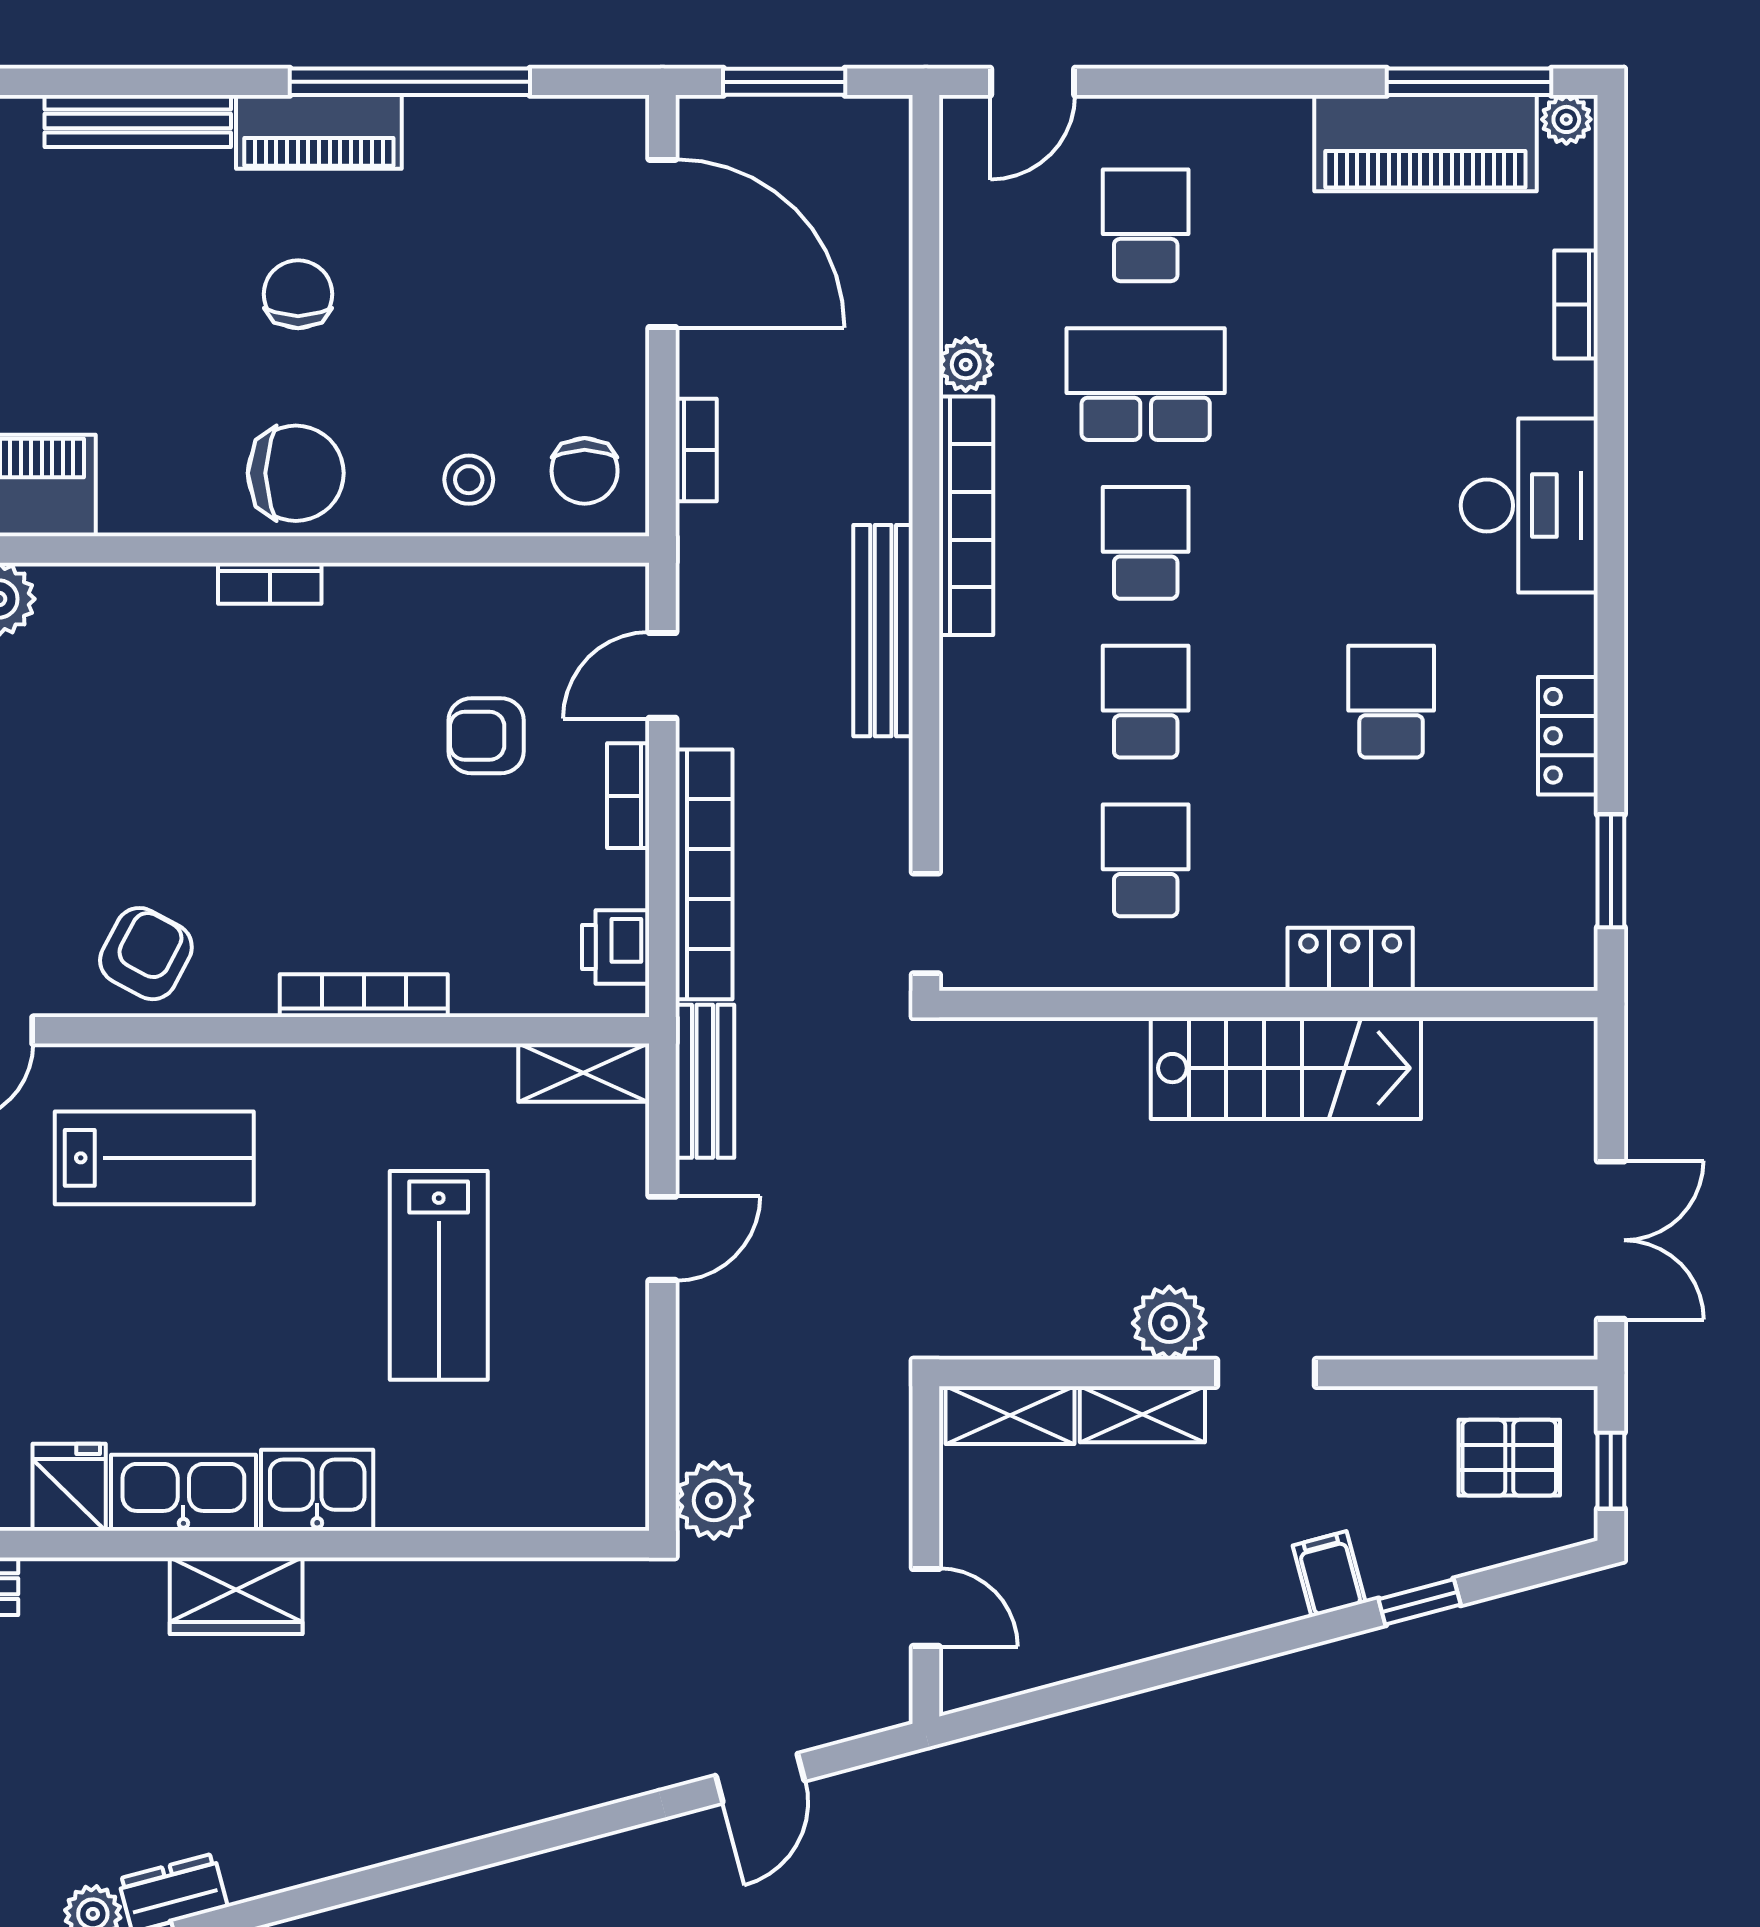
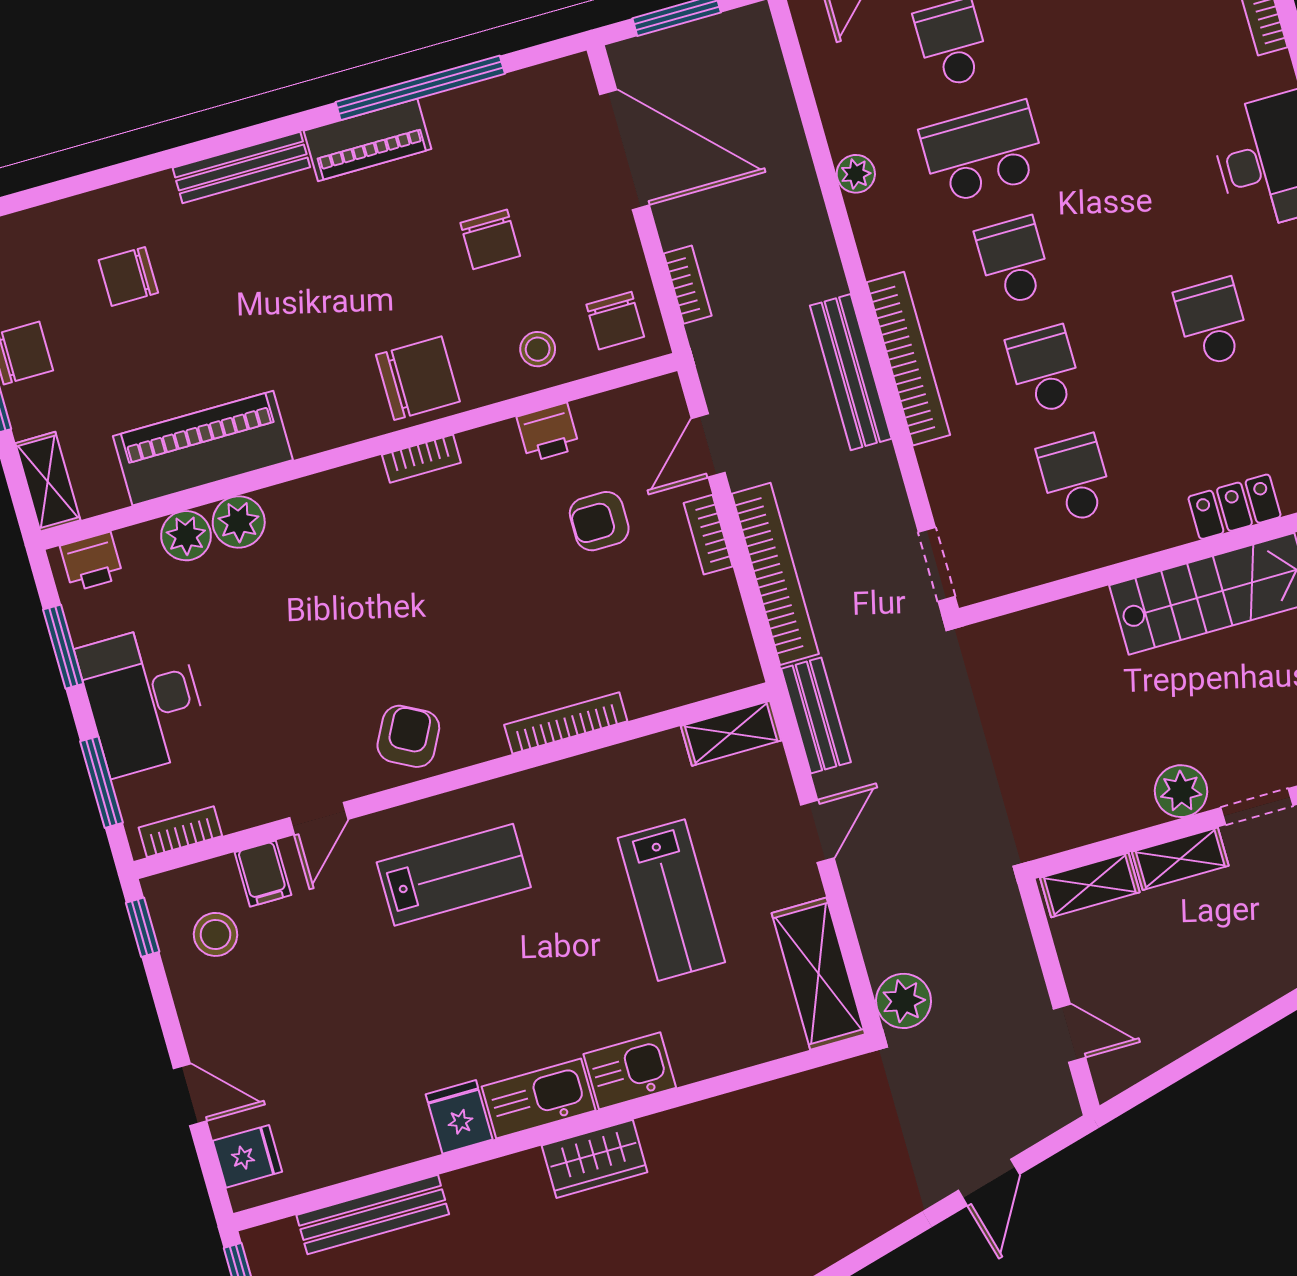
chair: (298, 294) -> (490, 239), moved, turned 180
bookcase: (966, 516) -> (908, 359), moved
printer: (616, 947) -> (548, 432), moved, turned -90
shelving: (609, 1431) -> (818, 974), added

